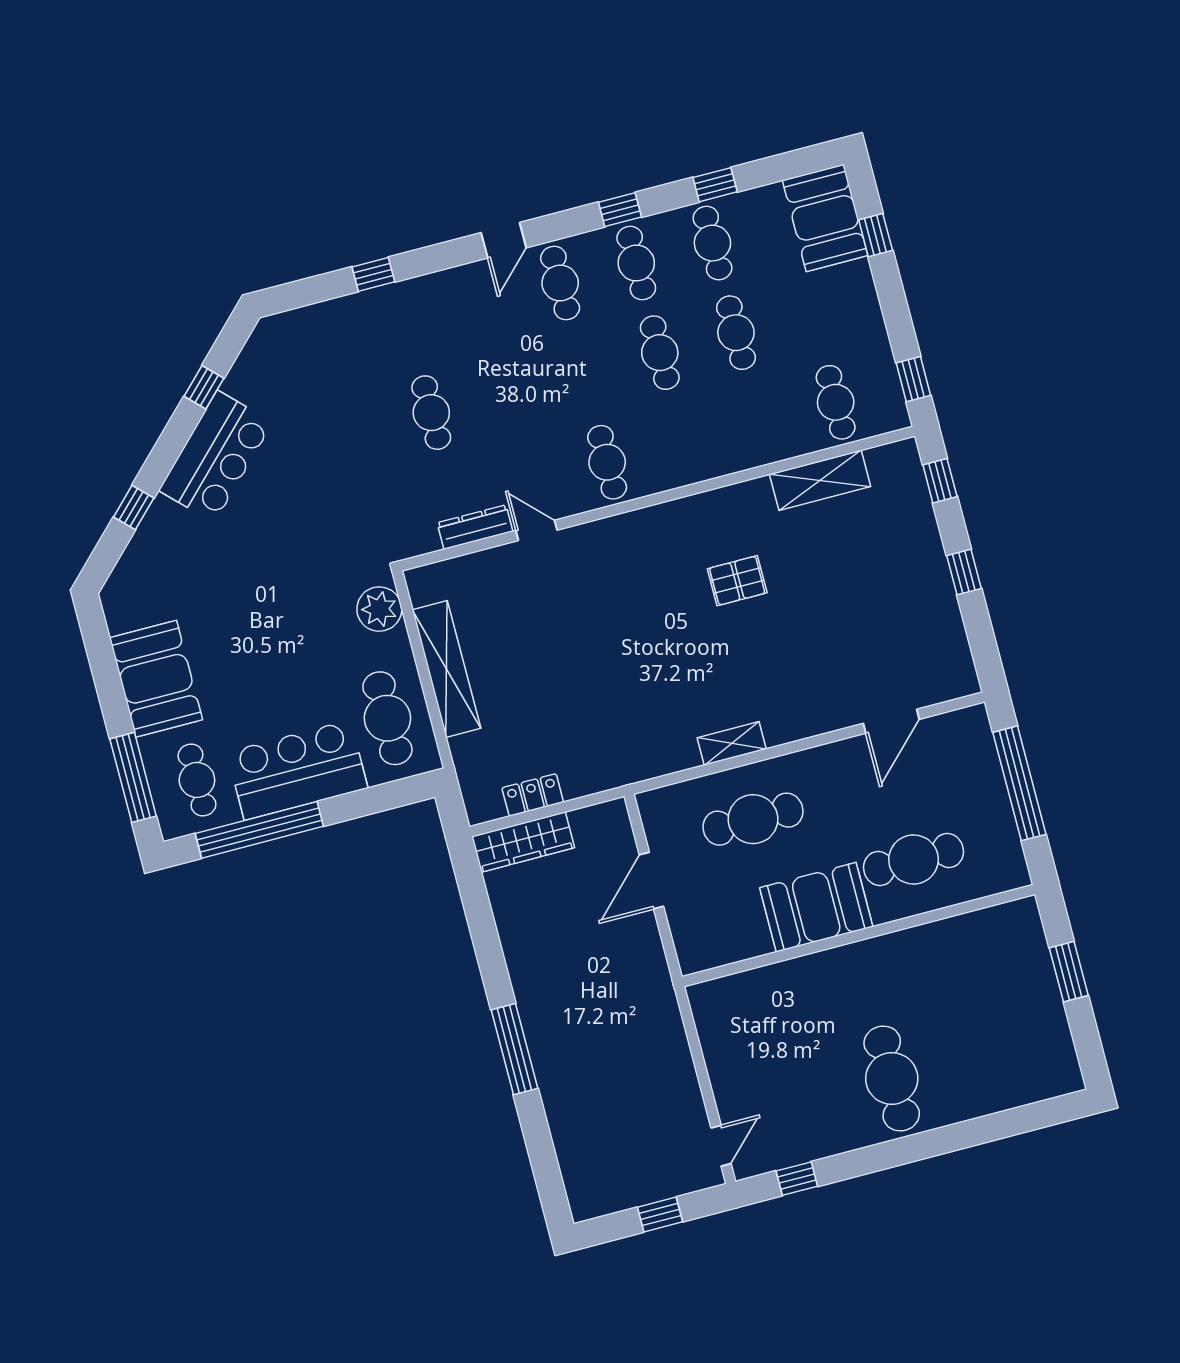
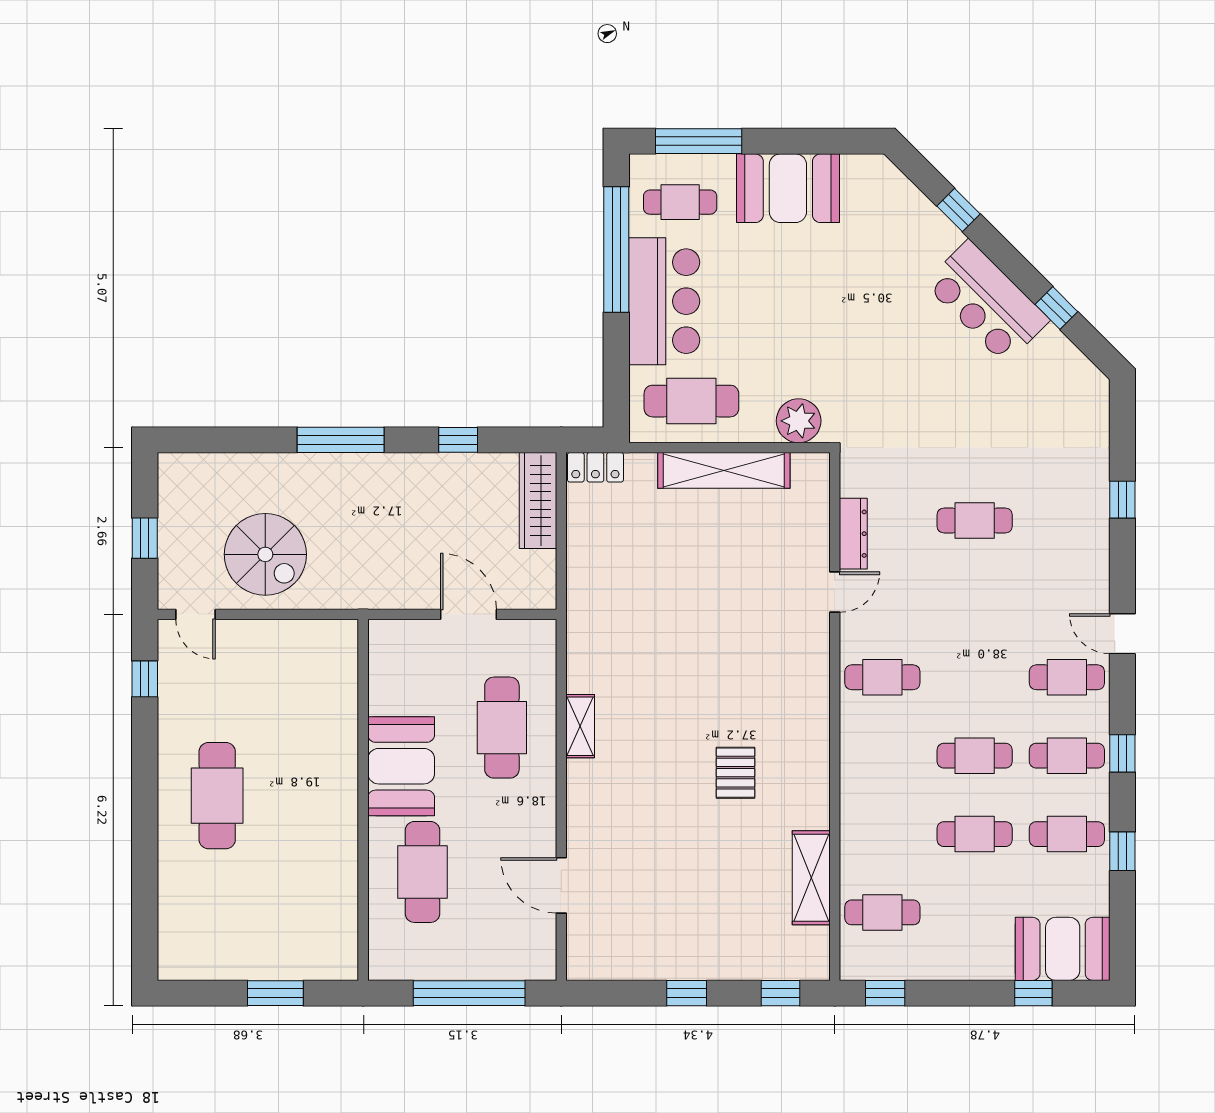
locker: (533, 795) -> (595, 467), moved, turned 90
window: (485, 935) -> (458, 440), added
cafe table: (892, 1078) -> (217, 796), turned 90
spiral stairs: (645, 1093) -> (265, 554), added

